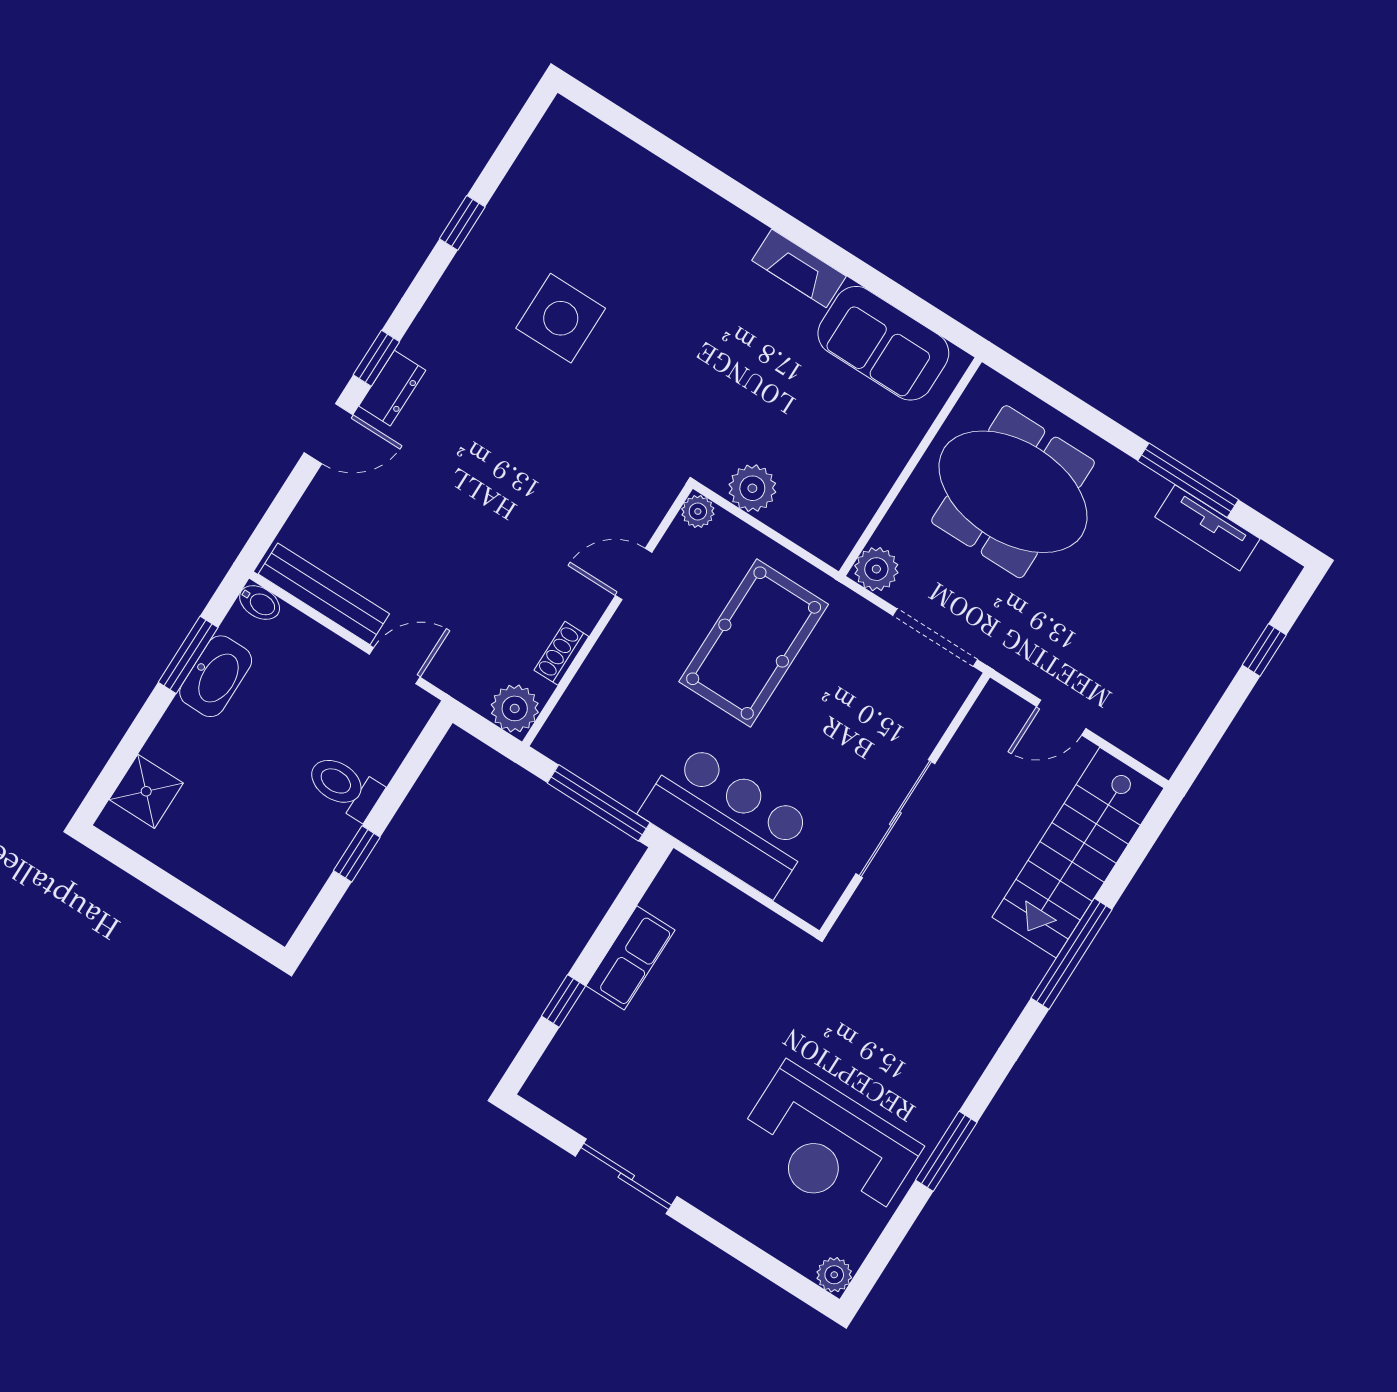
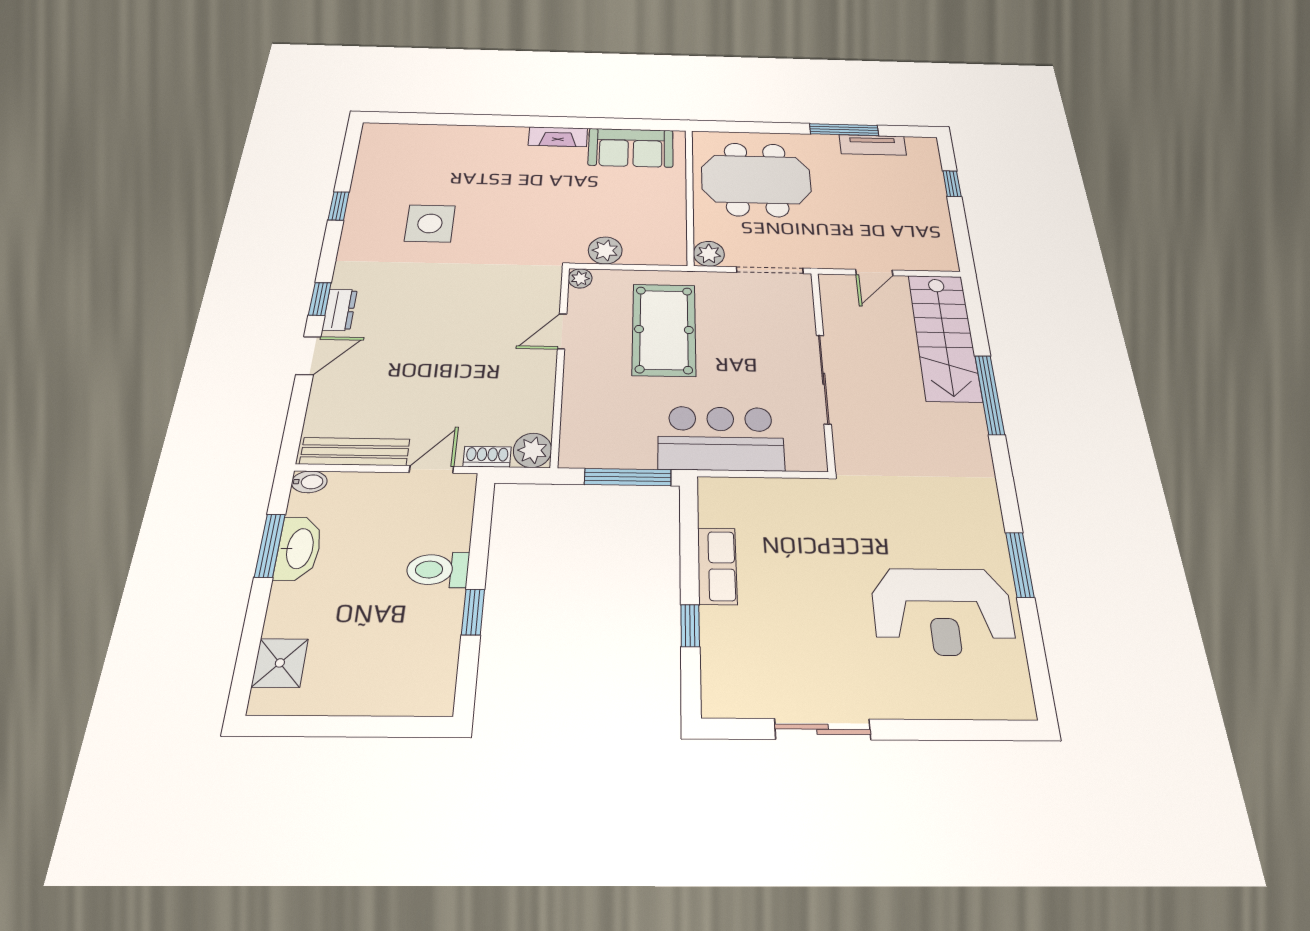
shoe rack: (561, 653) -> (487, 457), moved, turned 90
plant: (834, 1275) -> (1020, 704), removed

